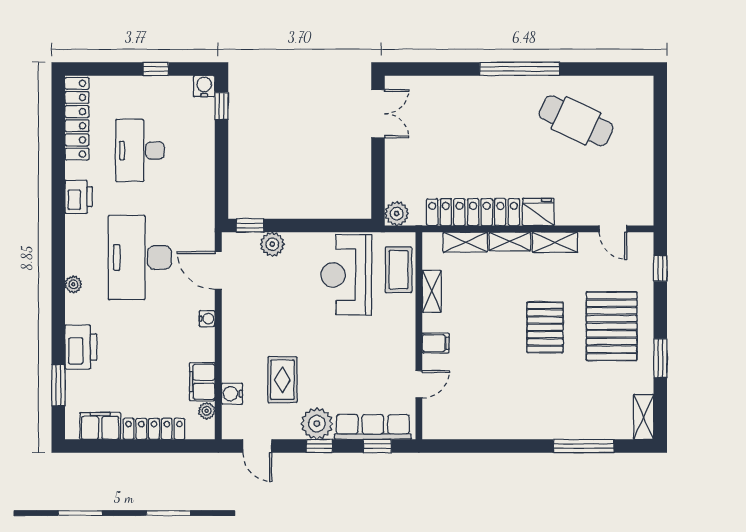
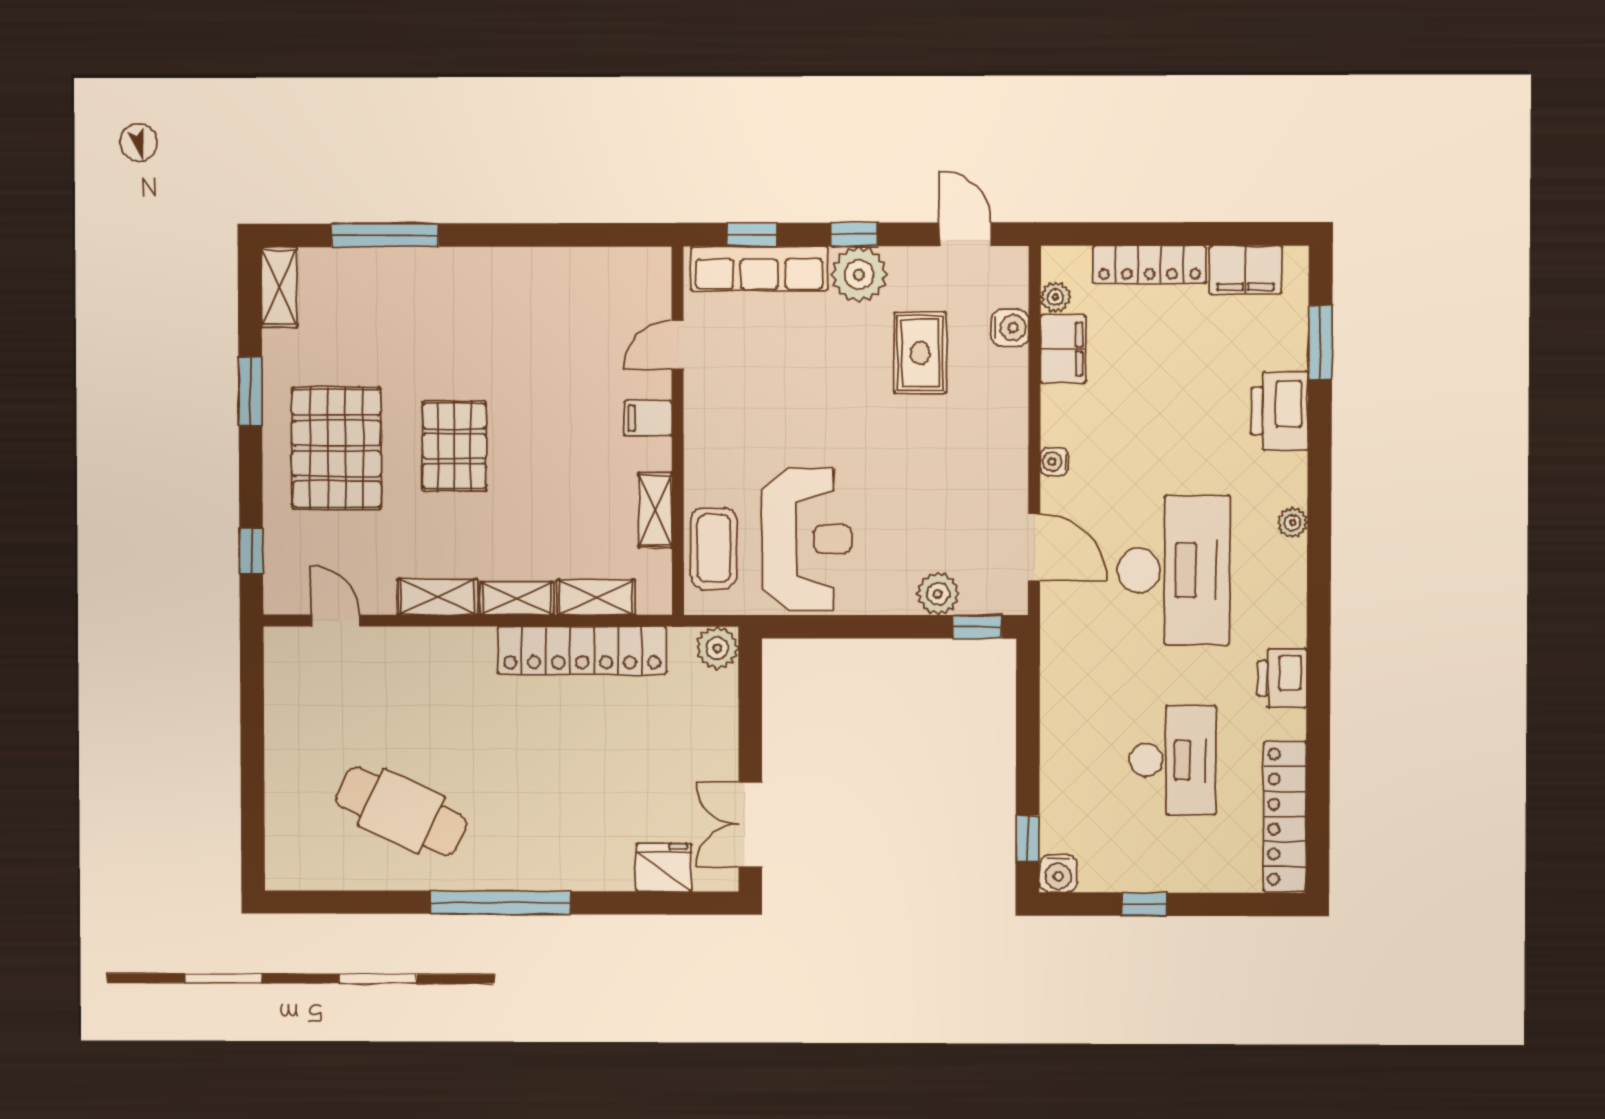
fridge: (538, 212) -> (664, 867), moved, turned 180

